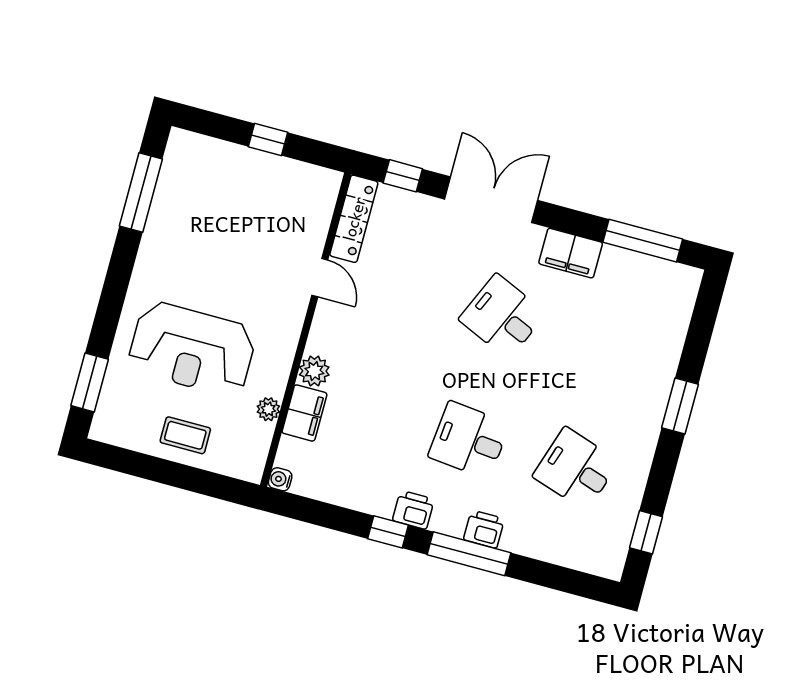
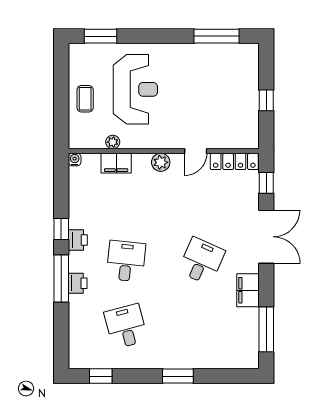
reception desk: (192, 349) -> (135, 89), turned 180
plant: (314, 371) -> (161, 162), moved
desk: (576, 469) -> (126, 326), turned -33

